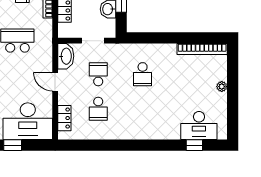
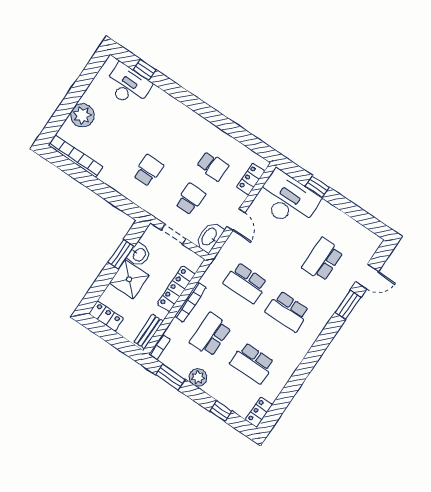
school desk: (98, 74) -> (190, 199), turned 180
plant: (222, 87) -> (82, 115), width x1.88, depth x1.88
school desk: (98, 109) -> (213, 166), turned 90

